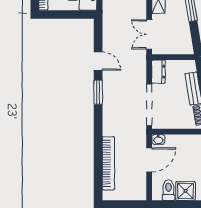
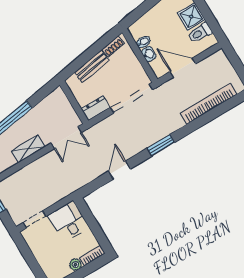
window: (98, 92) -> (161, 145), moved
washbasin: (158, 139) -> (149, 54), moved
bidet: (188, 141) -> (143, 42), added

